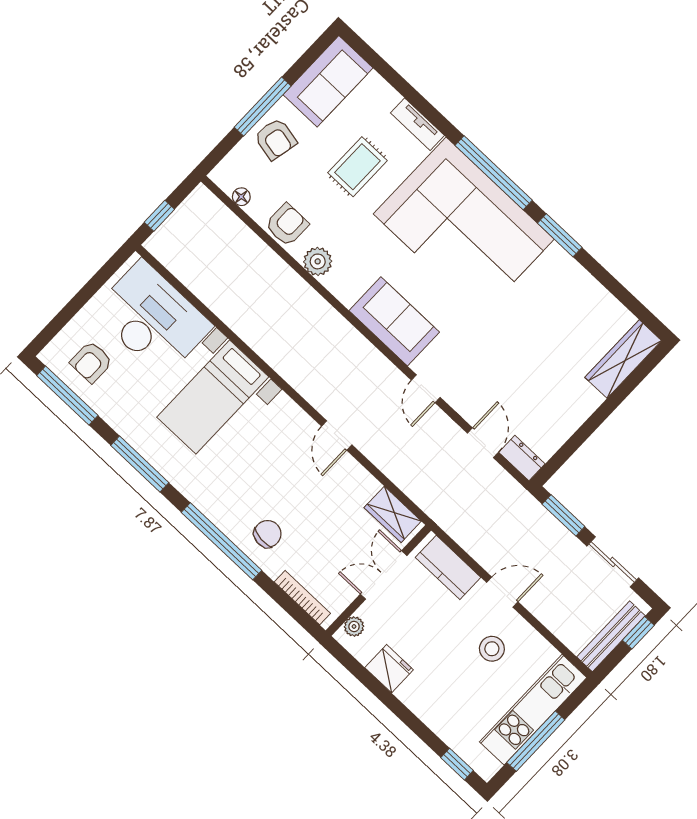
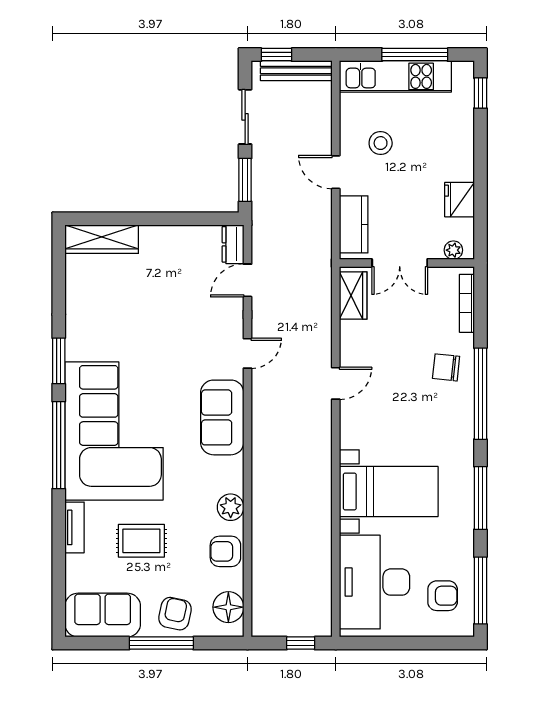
floor lamp: (241, 197) -> (228, 607), width x1.89, depth x1.89

